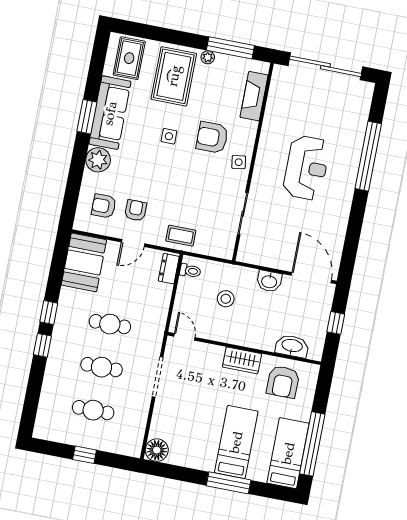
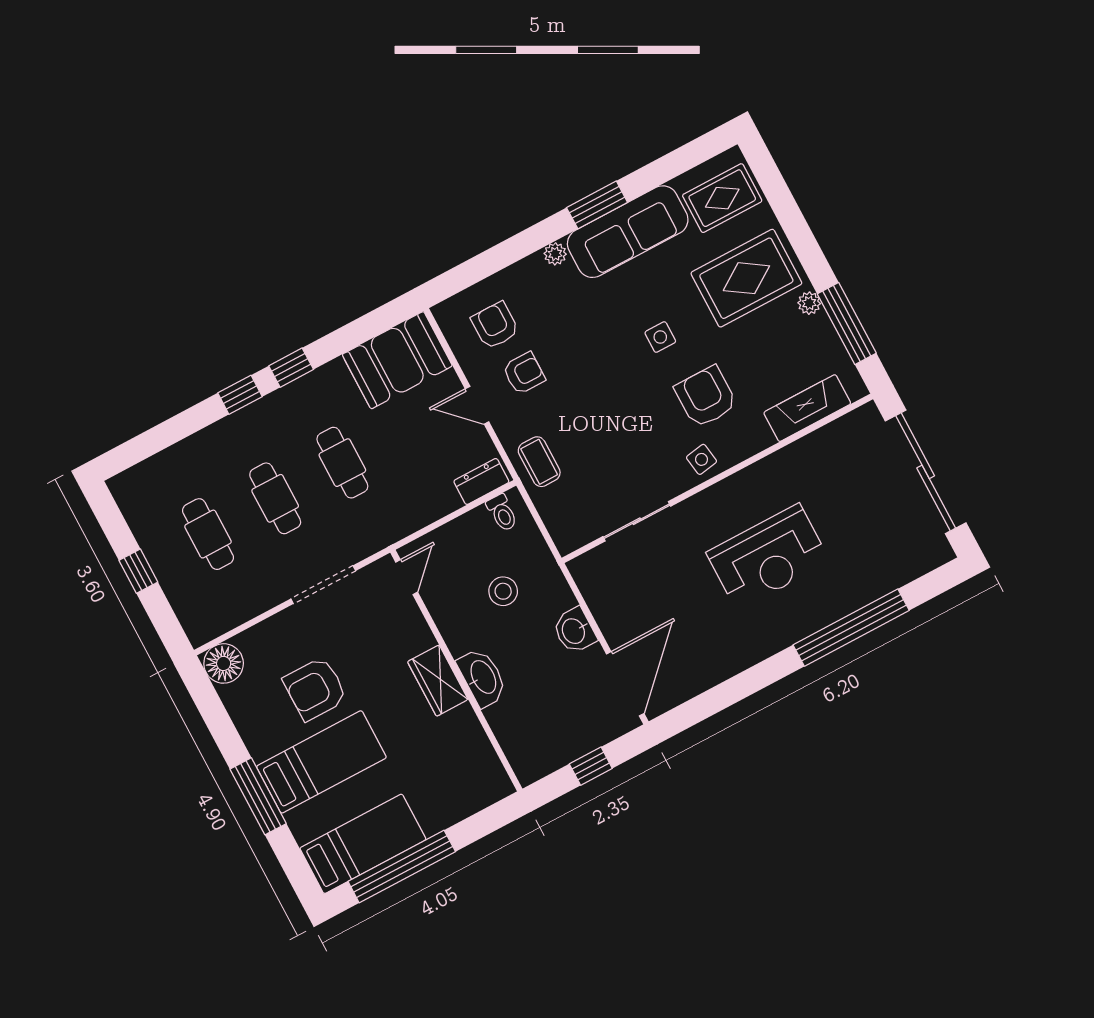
plant: (98, 160) -> (555, 254), width x0.53, depth x0.53
washbasin: (292, 346) -> (482, 677), moved
armchair: (283, 382) -> (315, 689), moved

